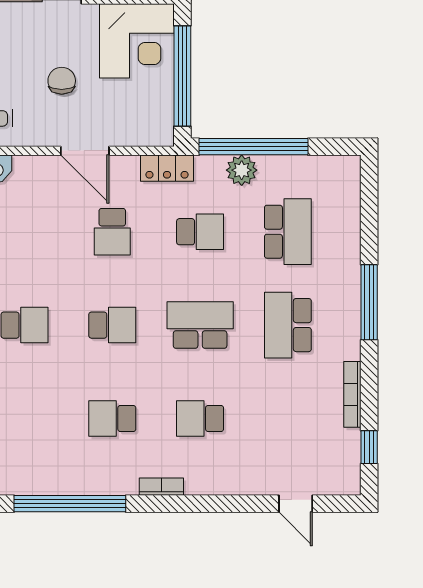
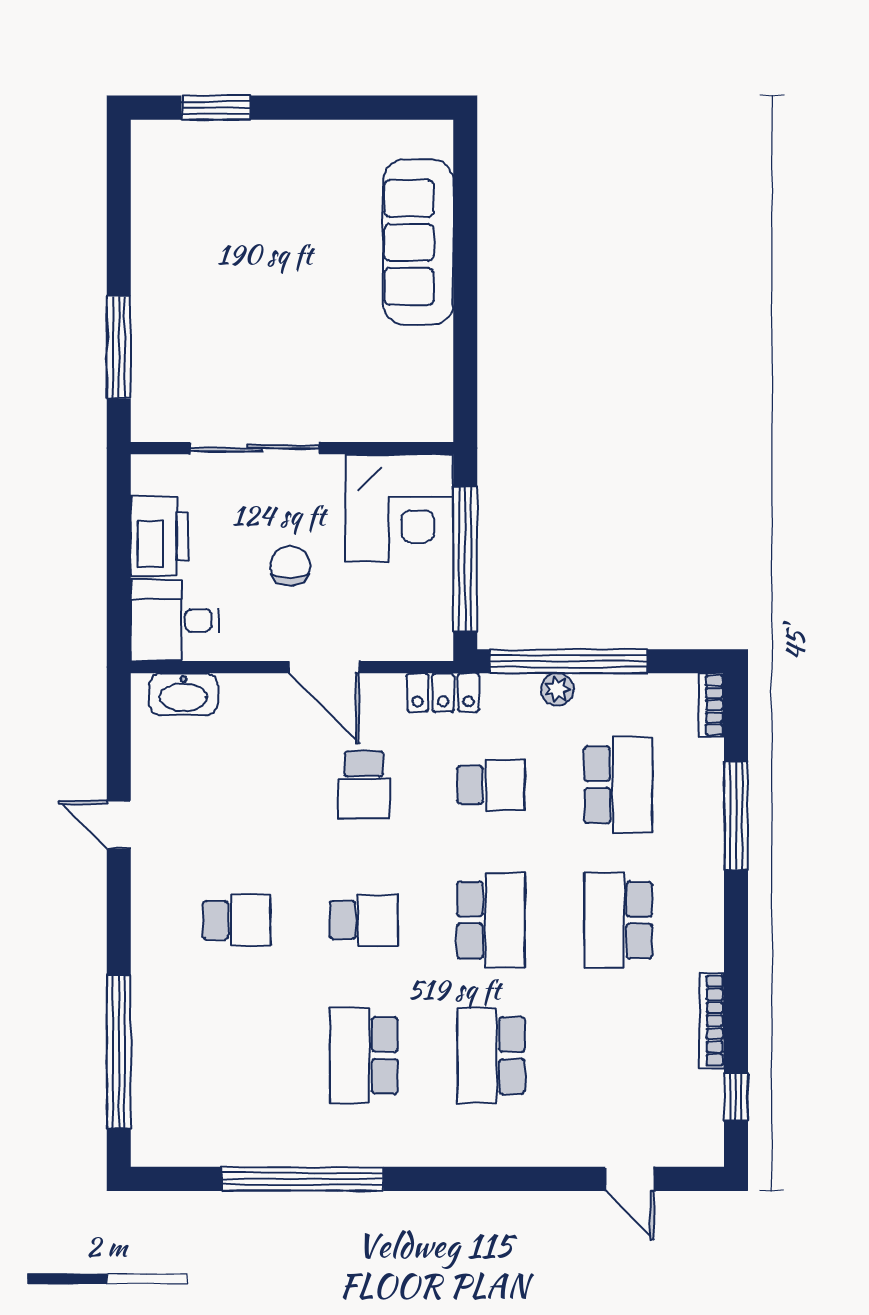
plant: (242, 170) -> (557, 689), width x0.73, depth x0.73
window: (369, 302) -> (736, 816), moved
school desk: (200, 325) -> (491, 920), turned 90
school desk: (112, 418) -> (364, 1055), width x1.85
school desk: (200, 418) -> (491, 1055), width x1.85
bookcase: (161, 487) -> (711, 705), moved, turned -90

